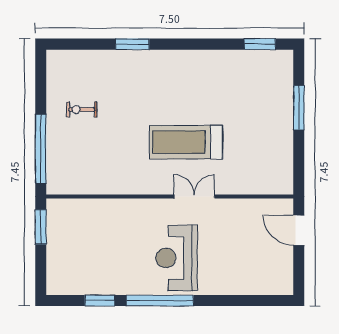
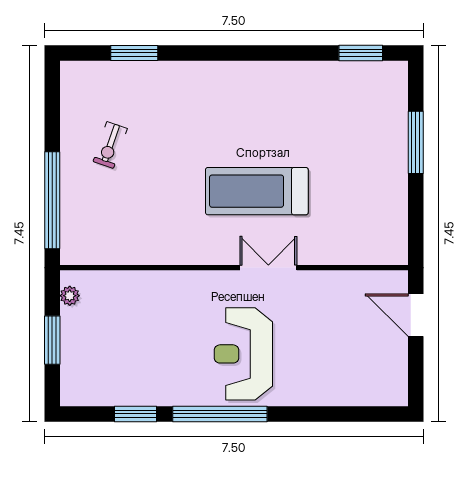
window: (132, 44) -> (134, 53), moved
exercise bike: (82, 110) -> (110, 145), turned -71
plant: (53, 217) -> (70, 296), added
window: (41, 227) -> (52, 340), moved

